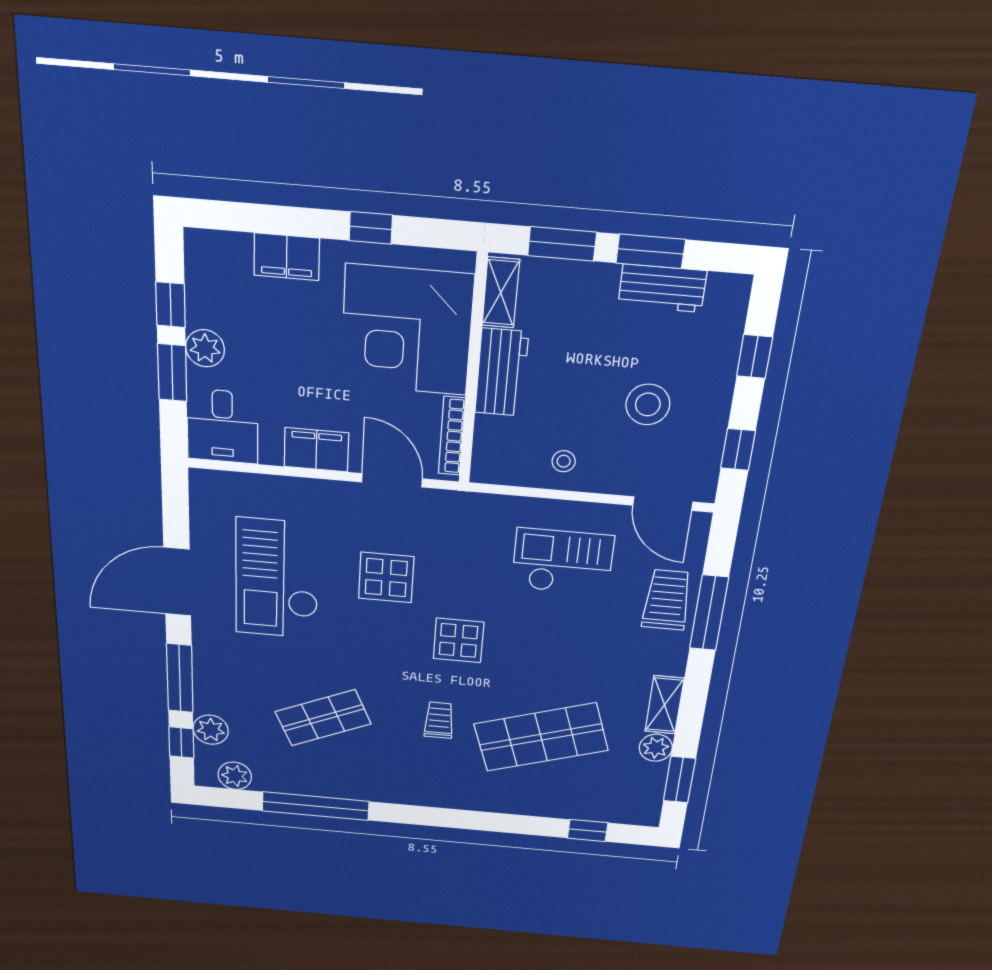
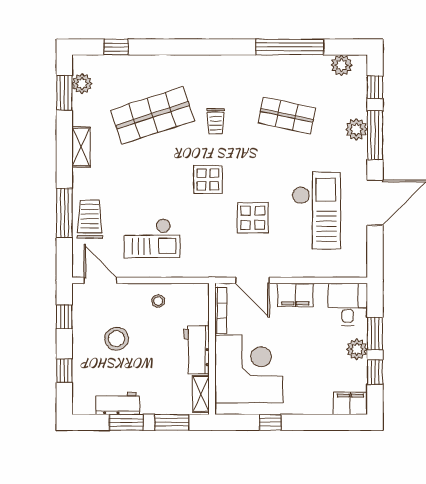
filing cabinet: (287, 257) -> (350, 403), moved
trolley: (667, 600) -> (90, 219), turned 180
shop shelf: (323, 718) -> (287, 115), turned 36
plant: (211, 730) -> (356, 129), moved
plant: (656, 748) -> (82, 83), moved

